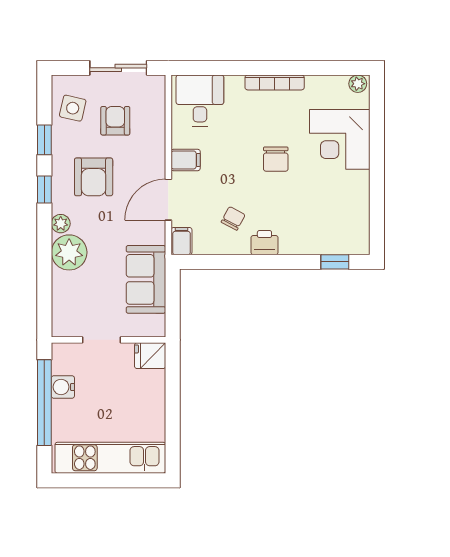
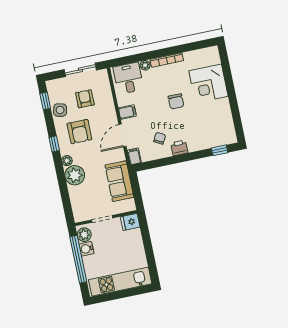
plant: (358, 84) -> (145, 65), moved
side table: (73, 108) -> (60, 110), moved
window: (44, 140) -> (45, 101), moved
plant: (64, 361) -> (84, 235), added

